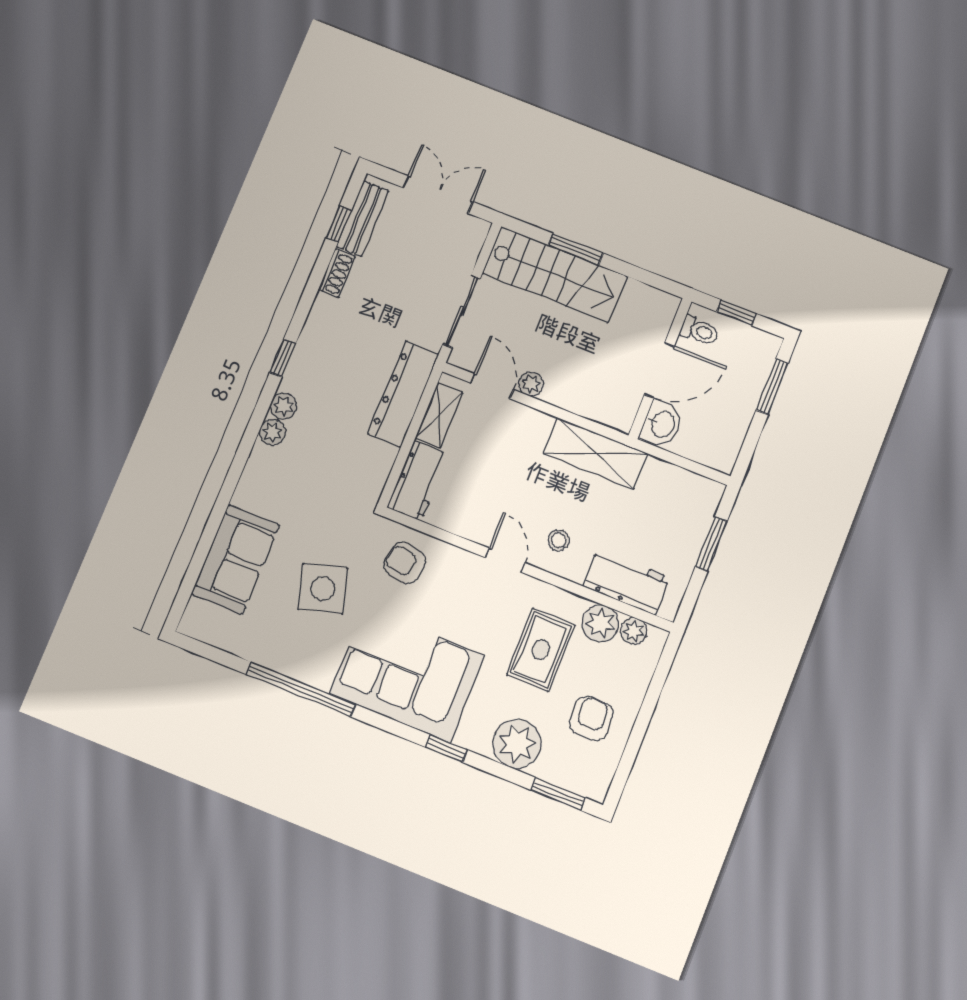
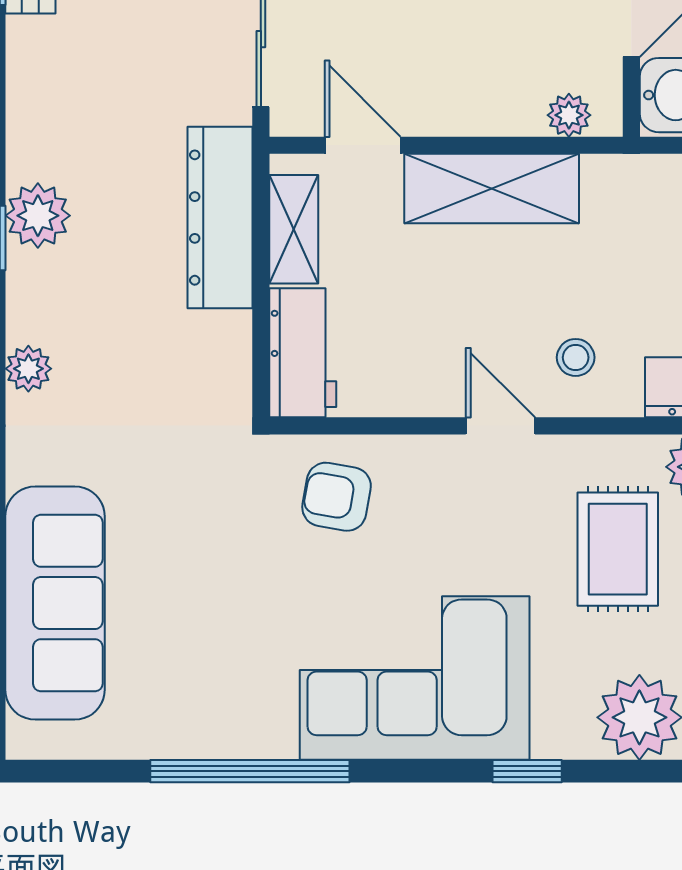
shoe rack: (337, 273) -> (25, 59), removed
plant: (531, 384) -> (569, 115), moved
plant: (284, 406) -> (38, 216), moved, width x1.38, depth x1.38
shelving: (595, 453) -> (492, 189), moved
sofa: (235, 559) -> (55, 603), width x1.36
side table: (323, 589) -> (219, 593), removed

